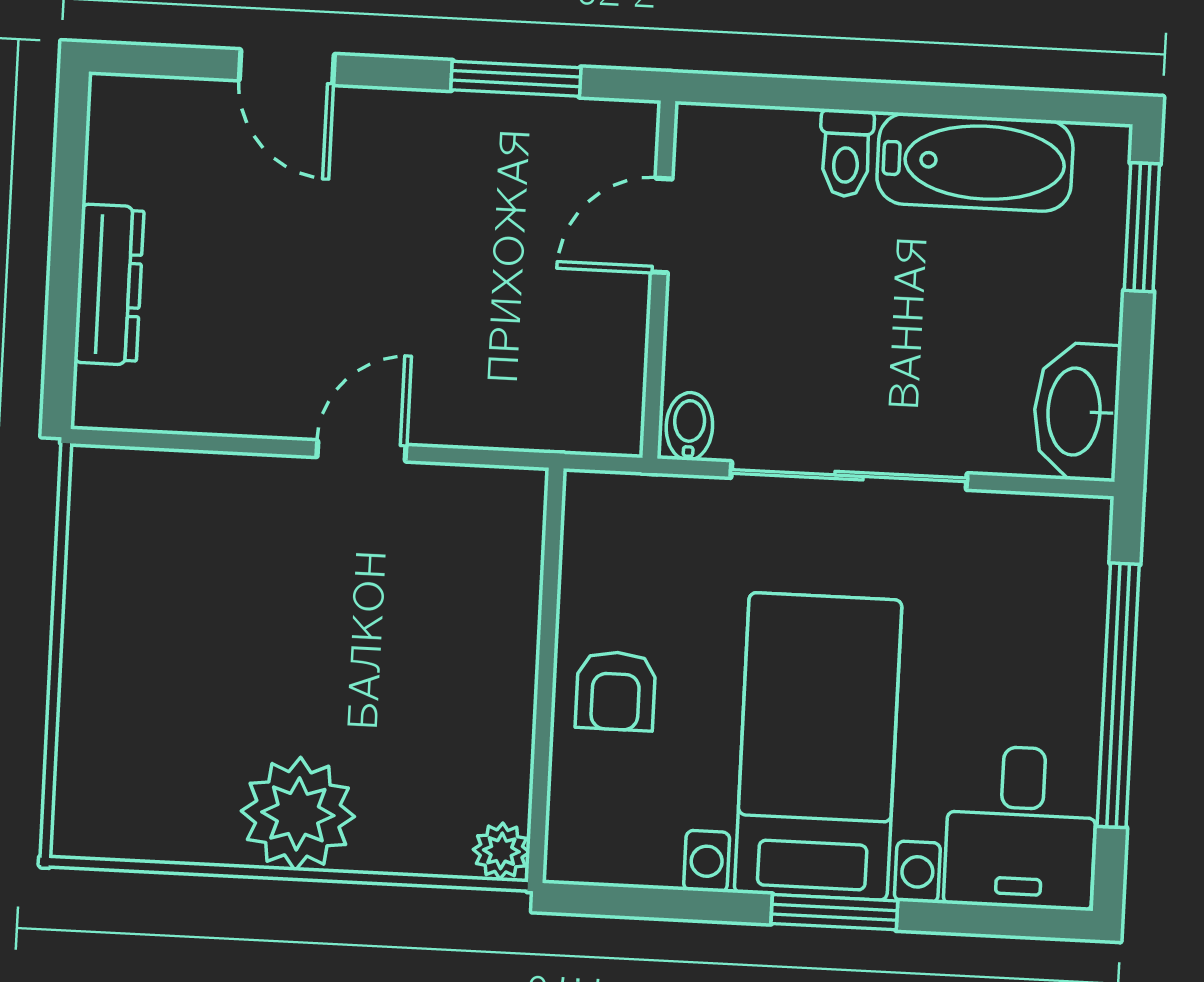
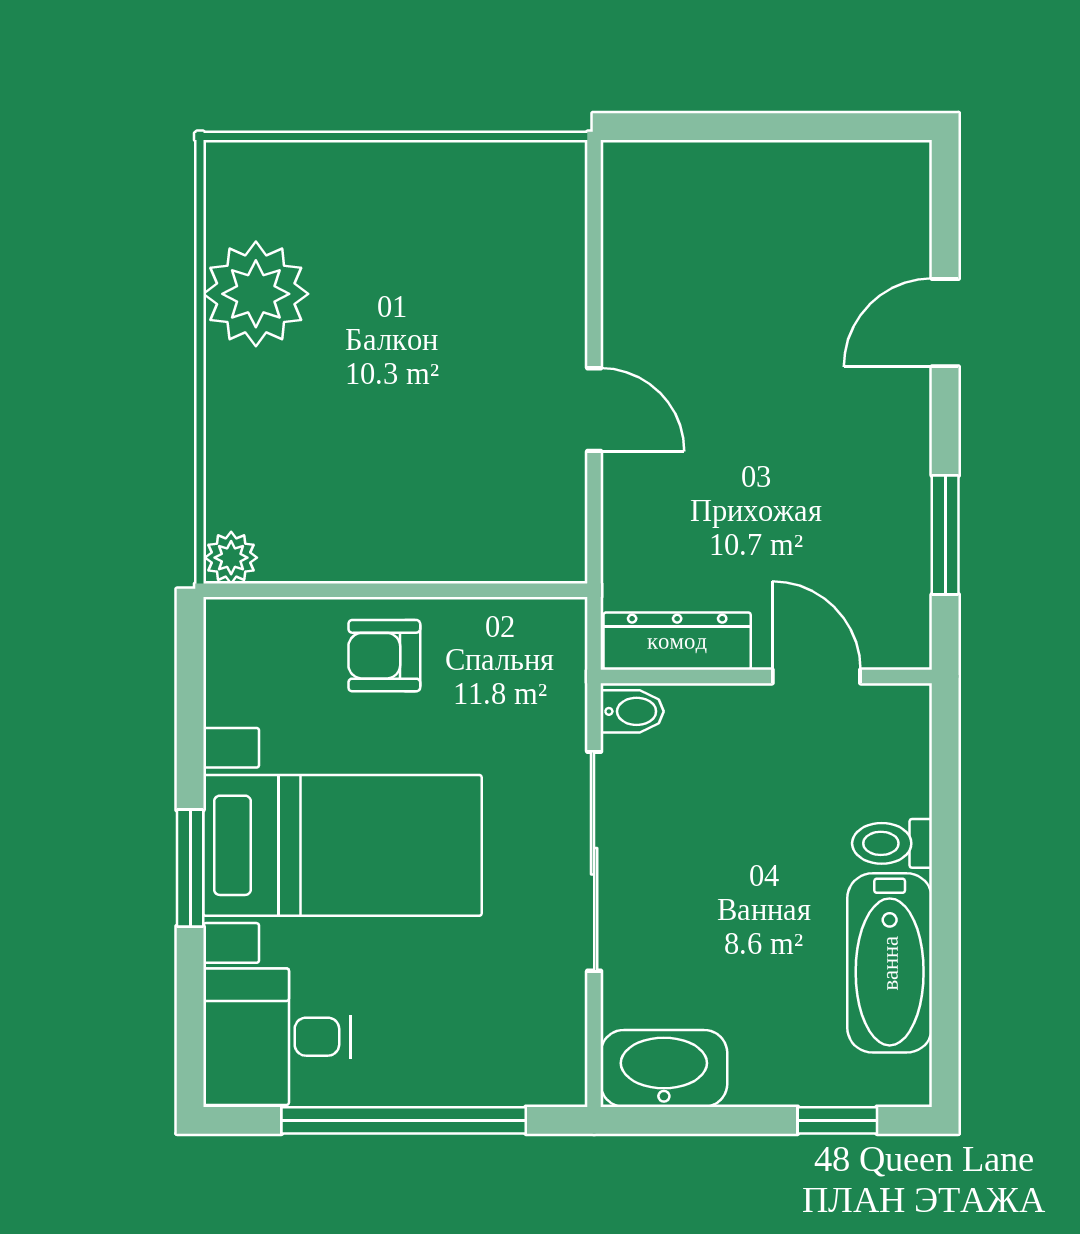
window: (1142, 227) -> (837, 1120), width x0.67
dresser: (109, 285) -> (677, 641), moved, turned 180
plant: (298, 814) -> (256, 294), moved

